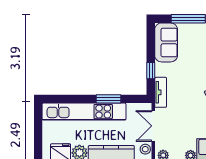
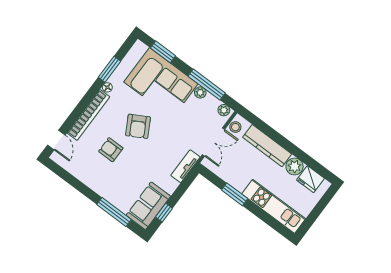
window: (151, 71) -> (164, 213), moved
kitchen unit: (84, 112) -> (274, 206), width x0.73

